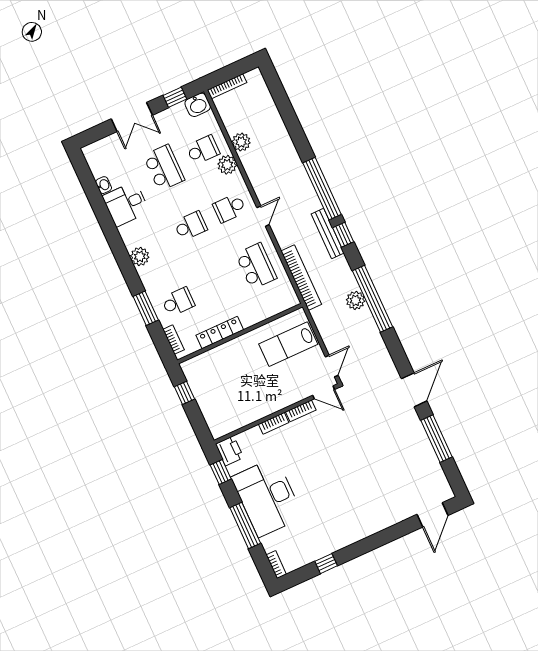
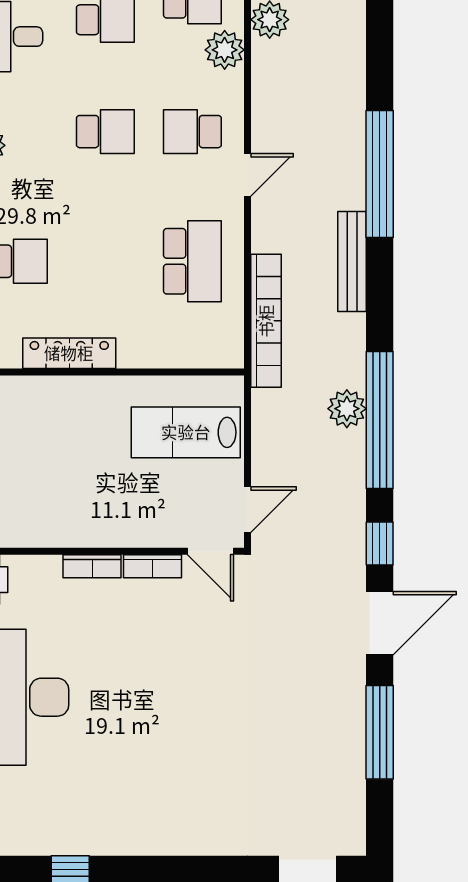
window: (343, 235) -> (380, 543), moved

